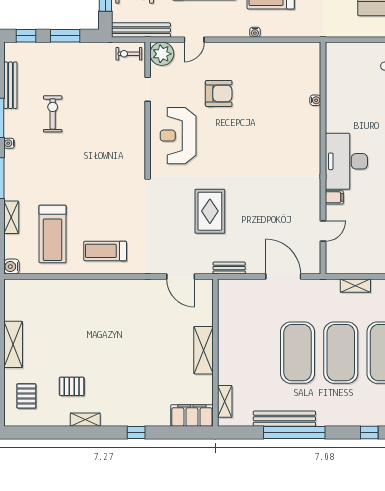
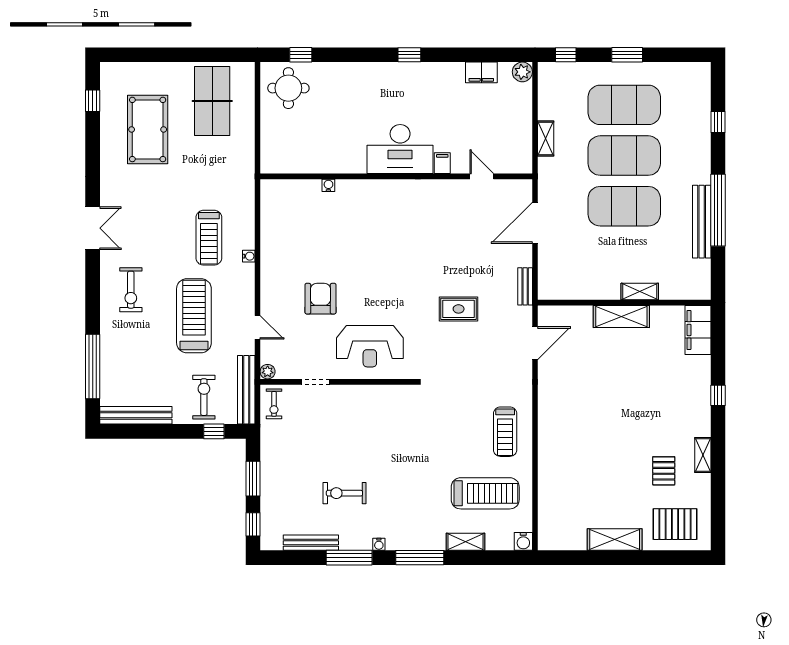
plant: (162, 54) -> (268, 372), width x0.53, depth x0.53
rug: (210, 211) -> (459, 309), width x0.73, depth x0.70
pallet: (26, 396) -> (675, 524), width x1.50, depth x1.42
shelving: (225, 401) -> (640, 291), moved

